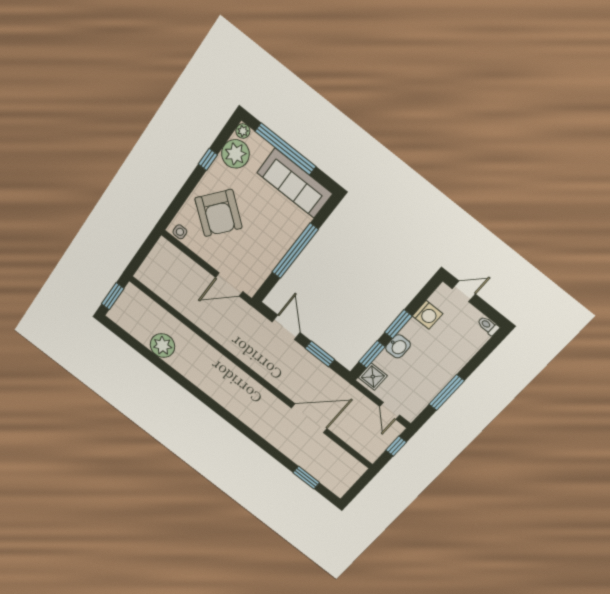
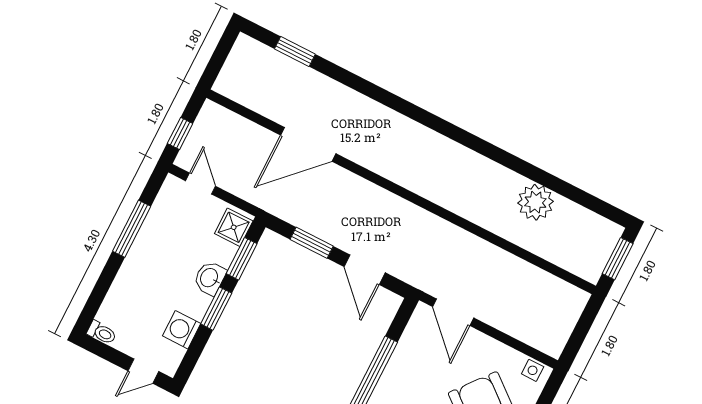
door: (229, 284) -> (453, 312), swing flipped

